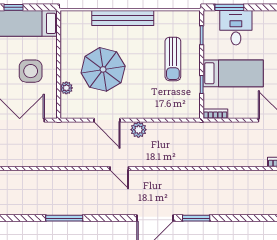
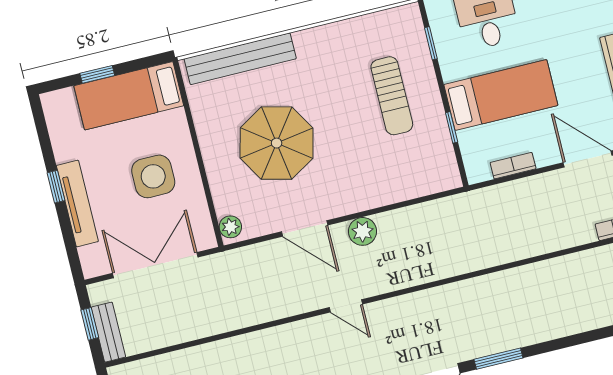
bench: (123, 18) -> (240, 59), moved
plant: (66, 88) -> (230, 227), moved
bookcase: (215, 114) -> (513, 166), moved

